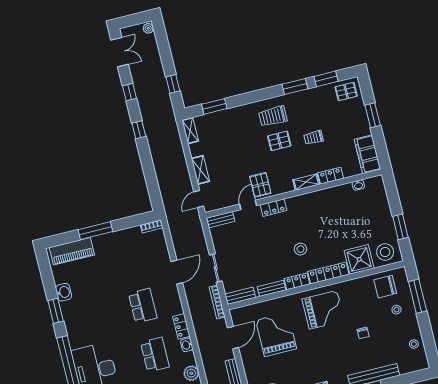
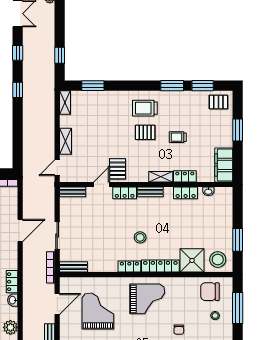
locker: (336, 192) -> (186, 193), added
bench: (272, 288) -> (150, 192), moved

